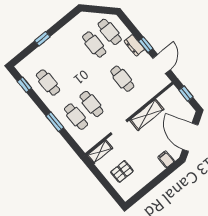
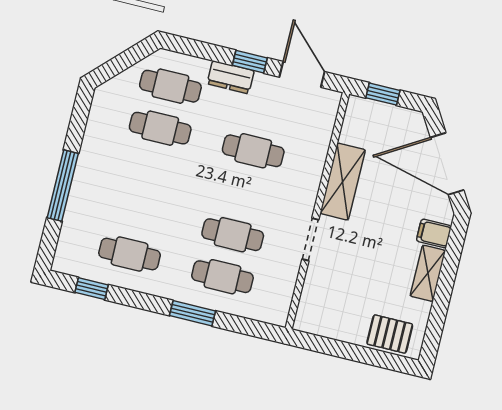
window: (42, 39) -> (63, 186), width x2.17
shelving: (100, 152) -> (428, 273), moved
pallet: (122, 171) -> (390, 334), moved, turned 90

